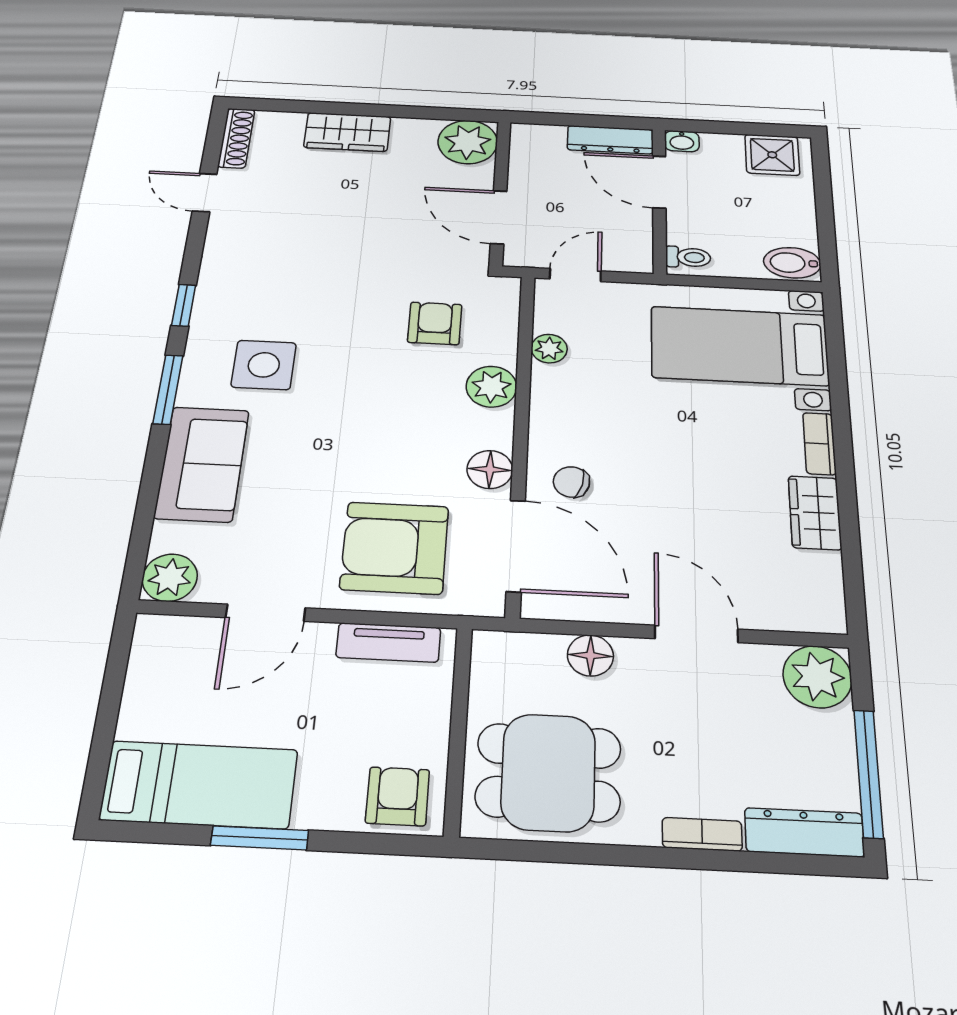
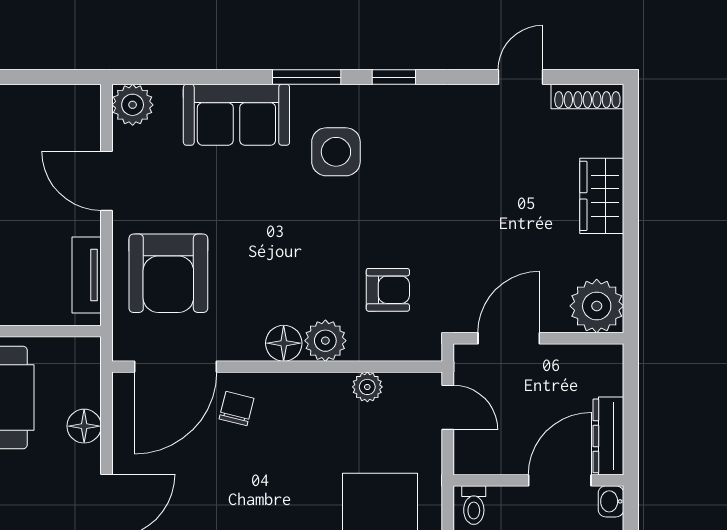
floor lamp: (490, 469) -> (284, 343), moved
armchair: (395, 548) -> (168, 273), turned 180

